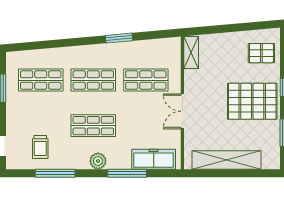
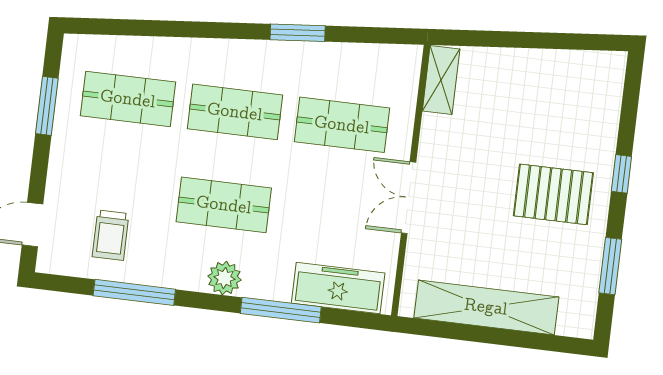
pallet: (261, 53) -> (584, 99), removed
pallet: (252, 101) -> (553, 194), width x0.73, depth x0.71

